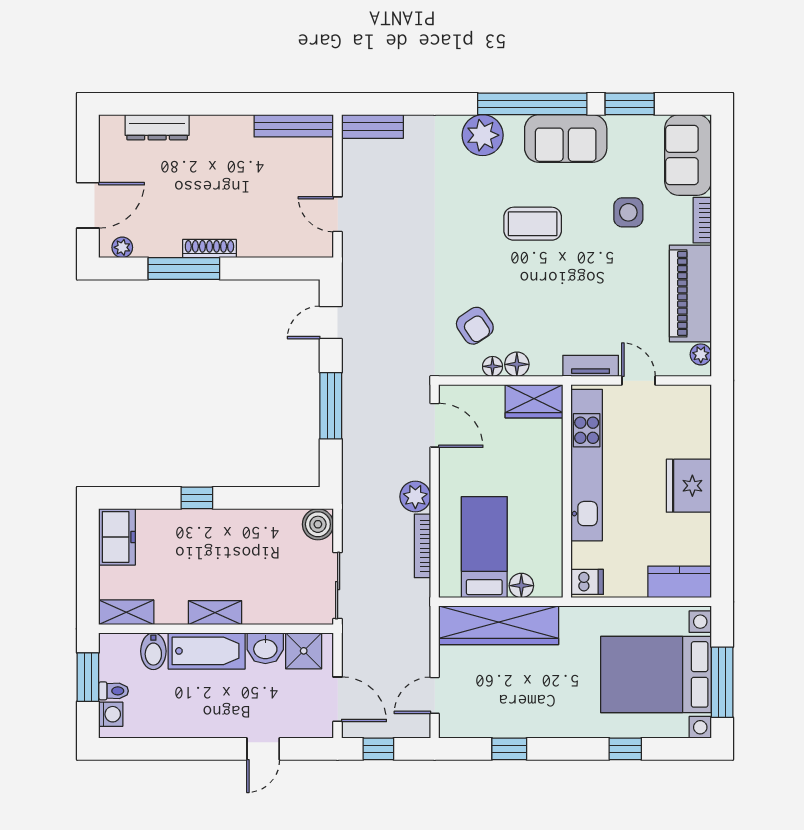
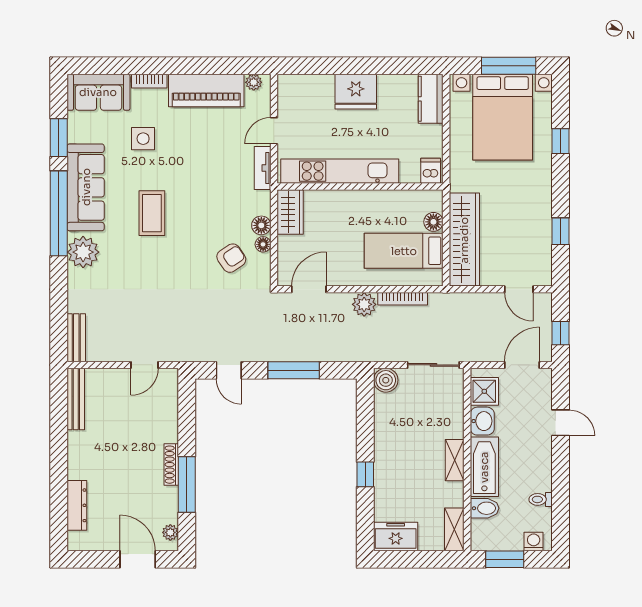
sofa: (566, 138) -> (86, 187), width x1.36
toilet: (114, 691) -> (541, 499), moved, turned -90

